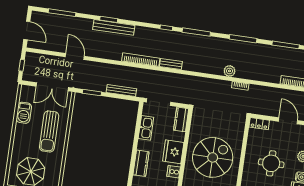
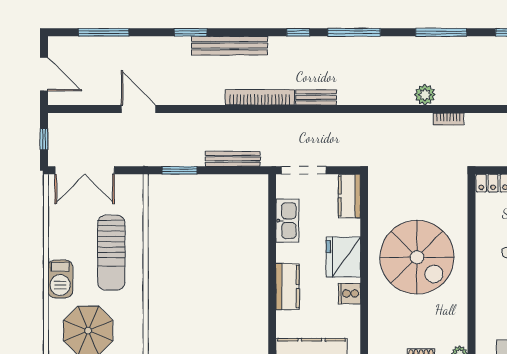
bench: (114, 27) -> (229, 46), moved
double door: (52, 87) -> (85, 170), moved
barbecue: (24, 113) -> (60, 279), moved
spiral stairs: (213, 157) -> (417, 257), turned 90

